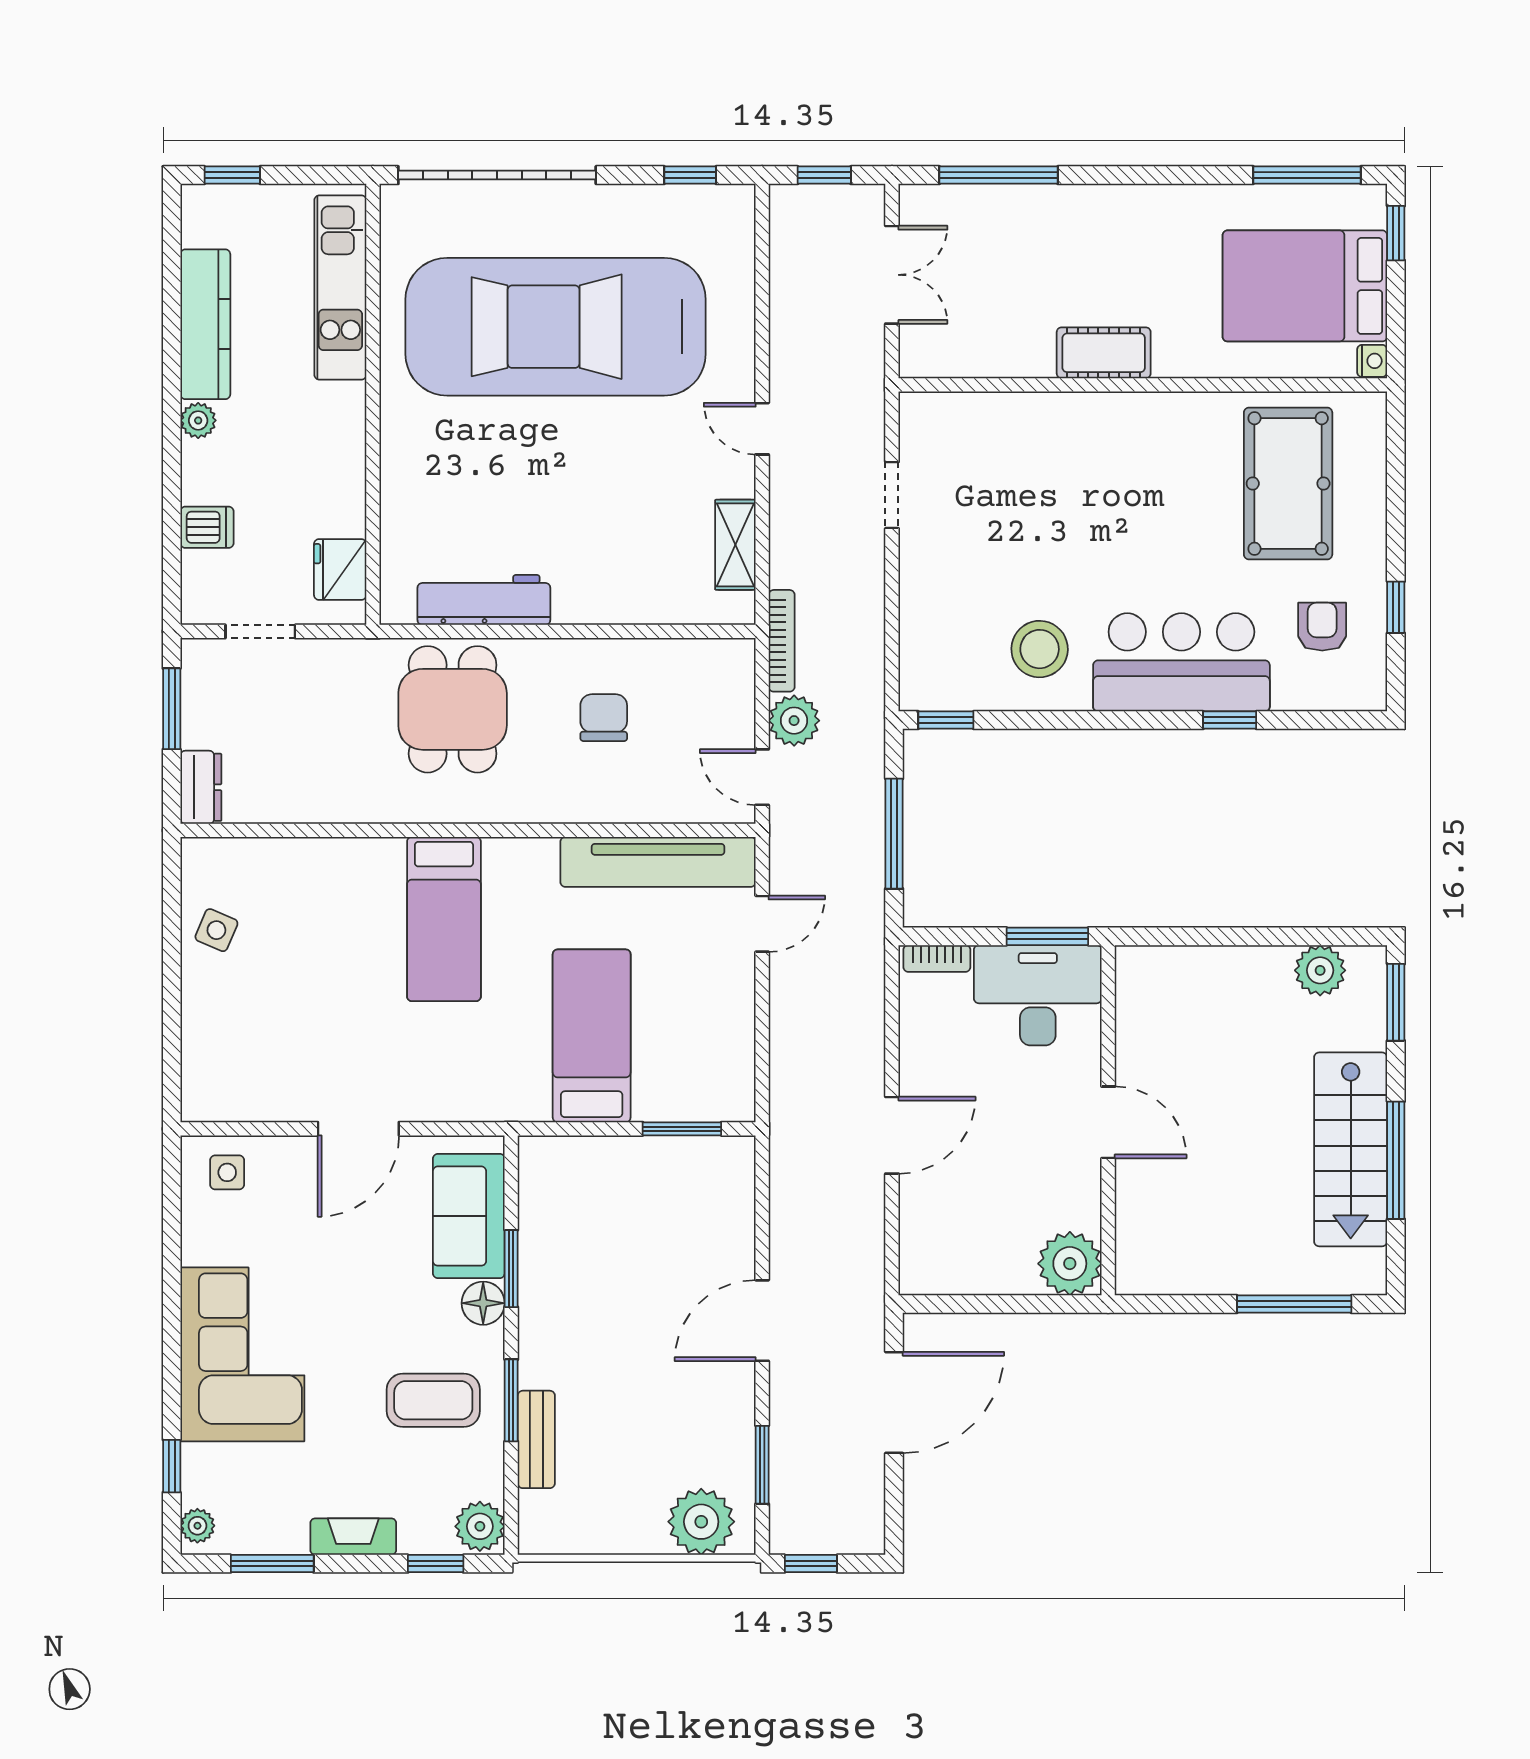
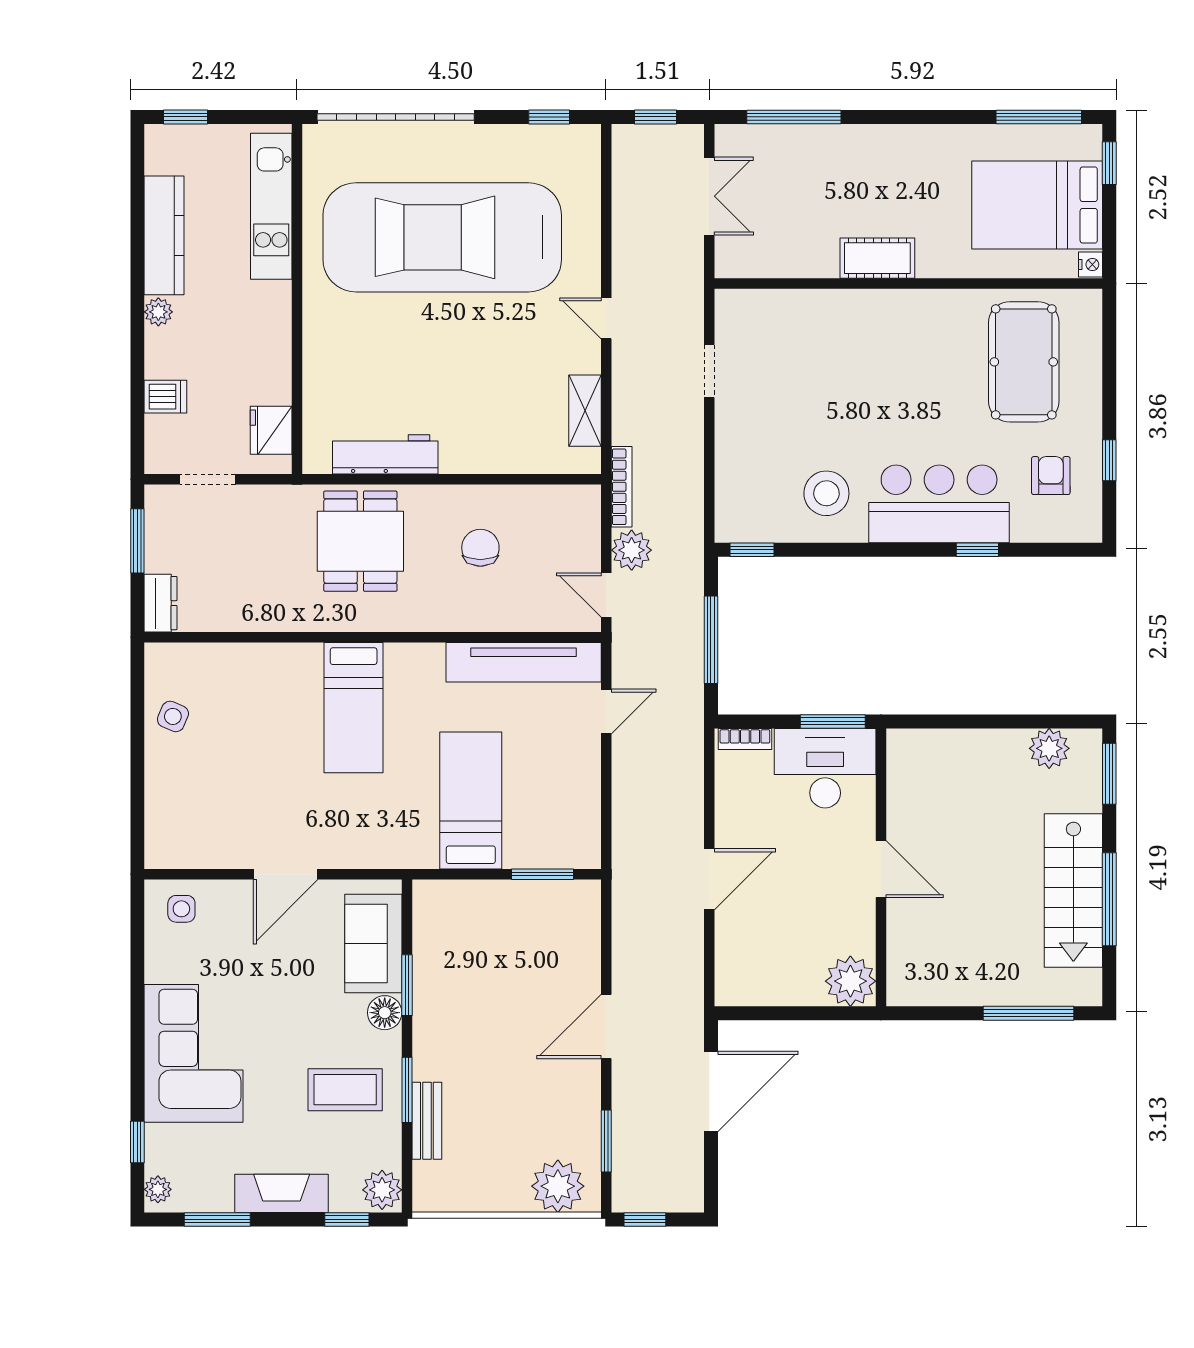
fireplace: (353, 1537) -> (282, 1193), width x1.37, depth x1.32

